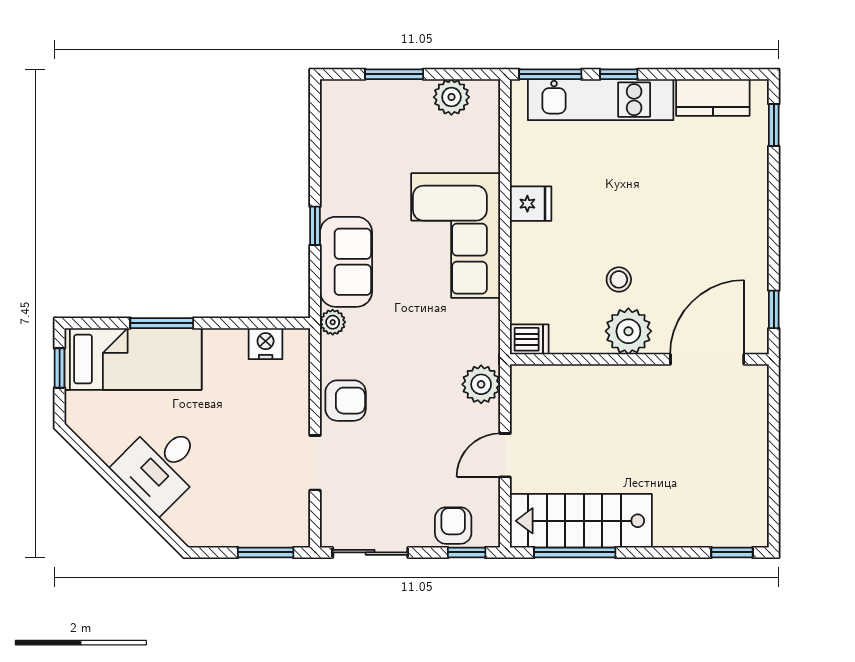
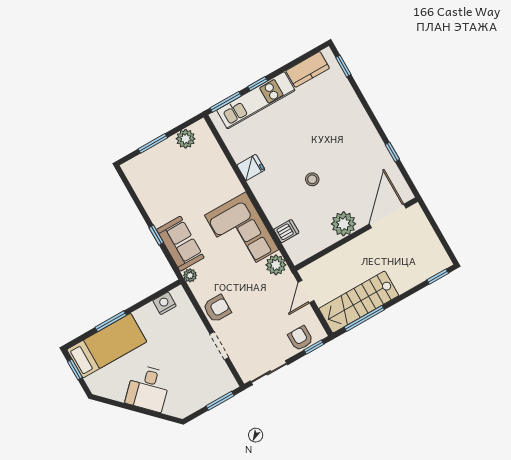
corner sofa: (456, 236) -> (242, 232), moved
plant: (628, 331) -> (344, 224), moved
wall: (639, 359) -> (356, 234), moved
door: (707, 359) -> (388, 216), moved

